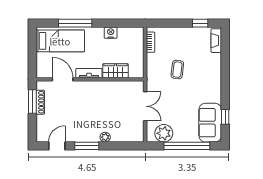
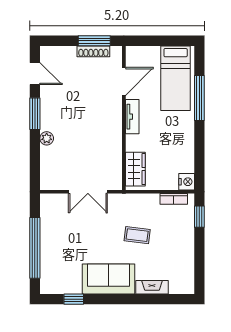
window: (200, 23) -> (199, 217), moved
nightstand: (111, 33) -> (187, 182), moved
fireplace: (216, 41) -> (152, 287), moved
wardrobe: (116, 71) -> (135, 169), moved
sofa: (210, 123) -> (108, 279), moved
plant: (164, 133) -> (52, 217), removed

